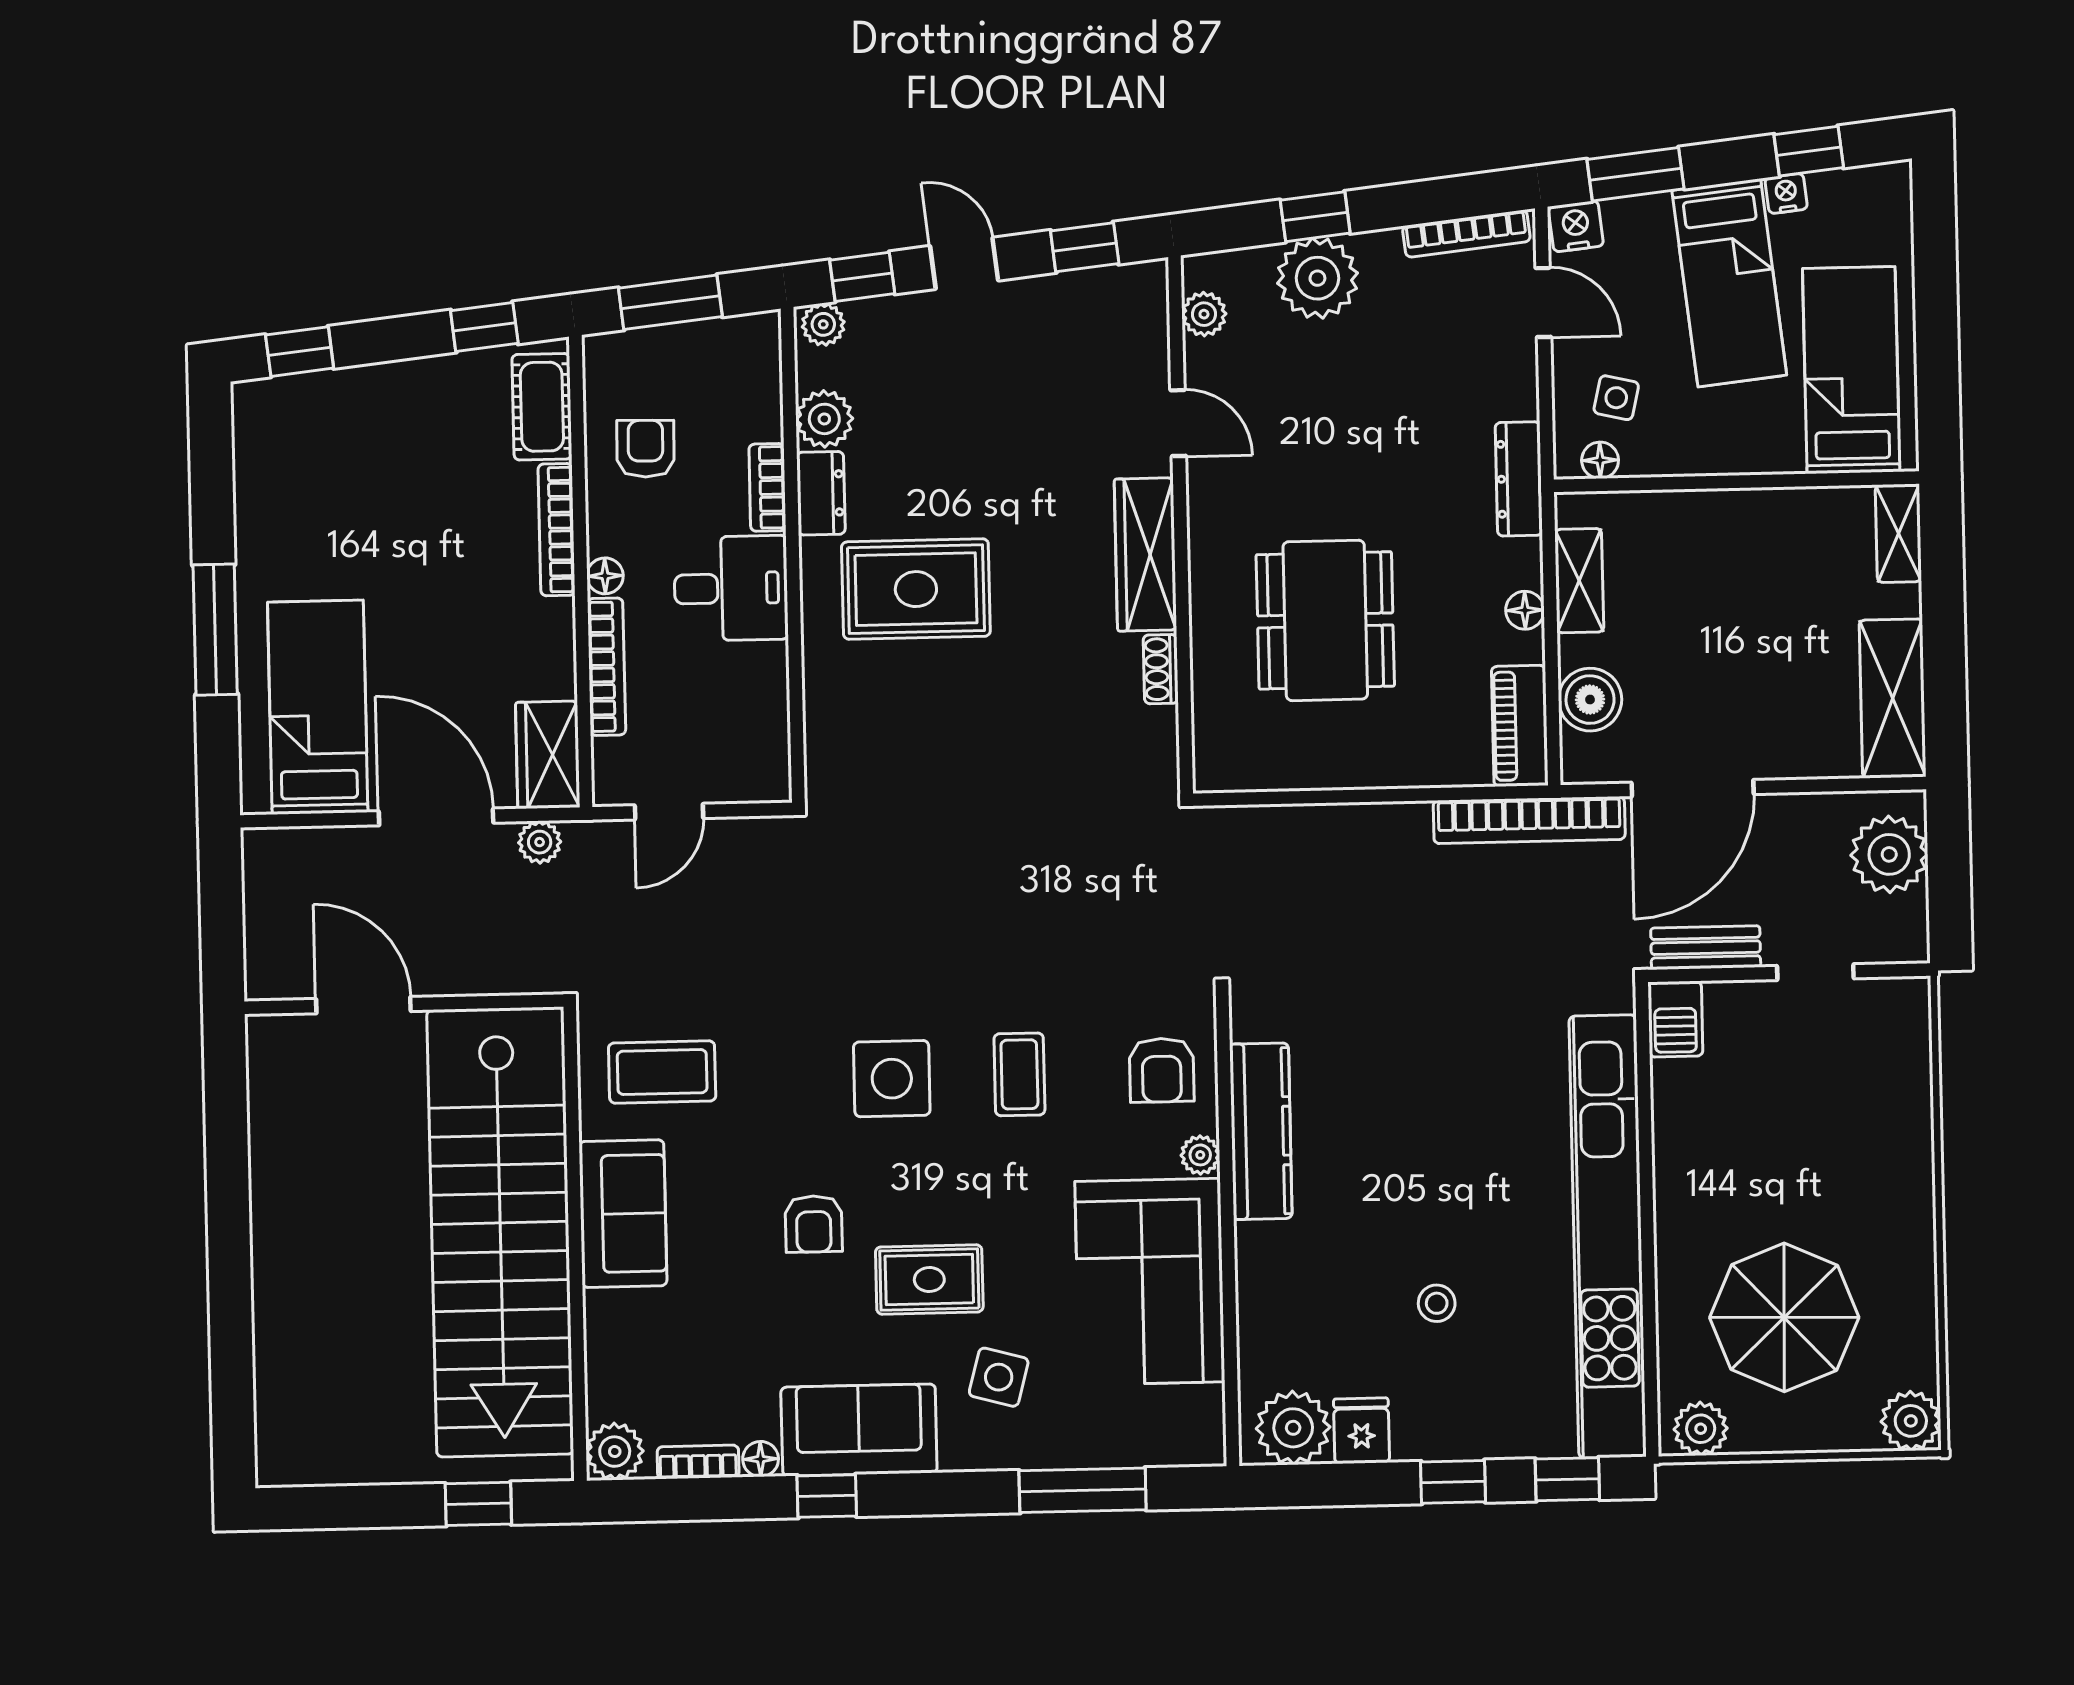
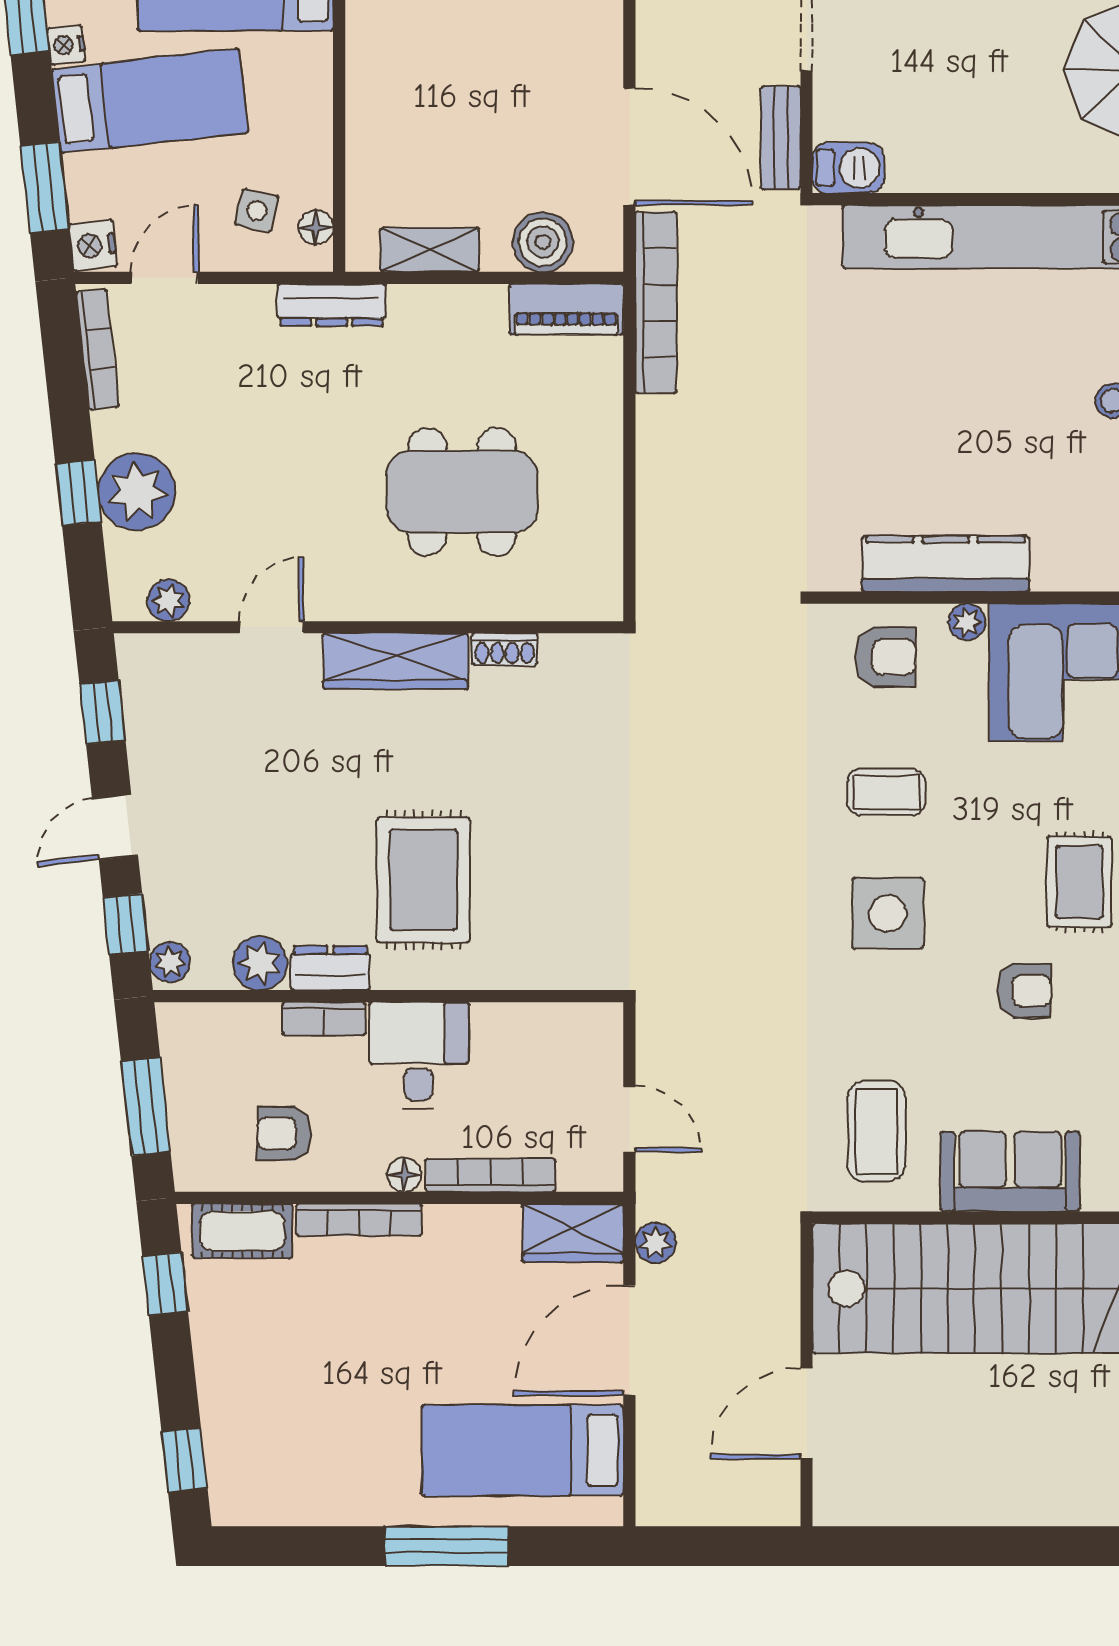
floor lamp: (1525, 610) -> (457, 302), removed

